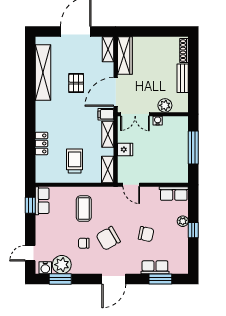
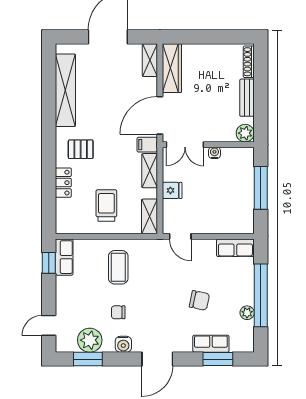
pallet: (76, 83) -> (81, 149), moved, turned 90
plant: (165, 105) -> (245, 133), moved
plant: (183, 221) -> (247, 313), moved
window: (193, 230) -> (261, 295), width x3.17
chair: (108, 238) -> (150, 306), removed
water cooler: (45, 268) -> (123, 344), moved

